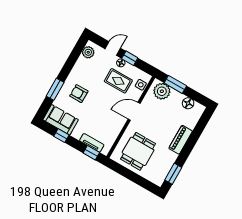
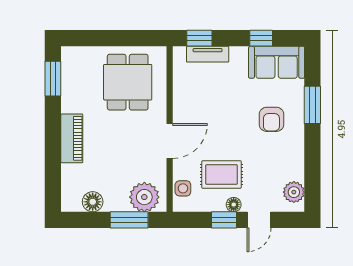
armchair: (79, 94) -> (271, 119), turned 90

